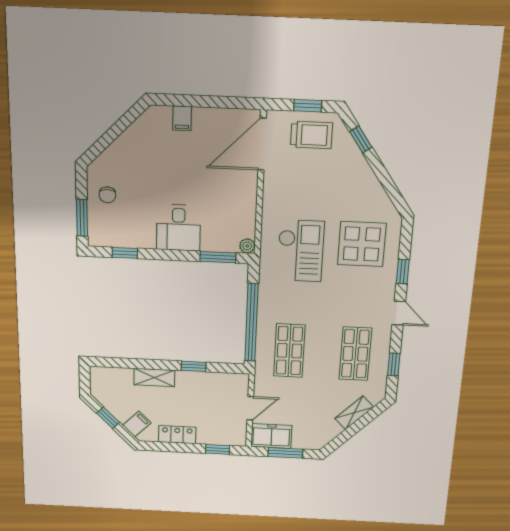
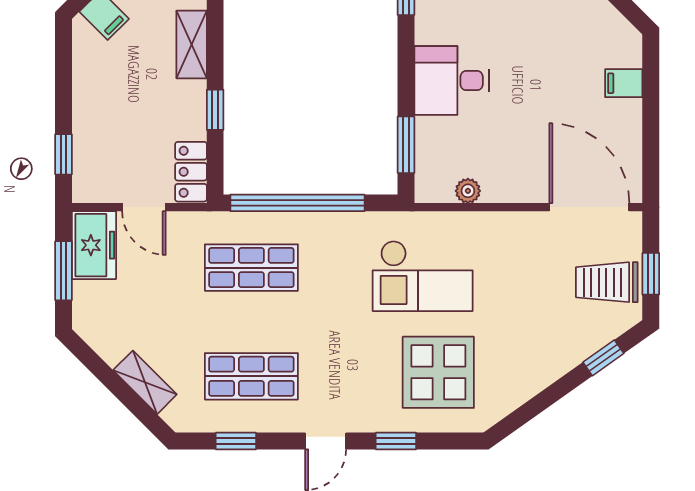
trolley: (311, 135) -> (607, 282), turned 90
plant: (247, 246) -> (468, 191), moved
locker: (177, 435) -> (191, 172), moved, turned 180

